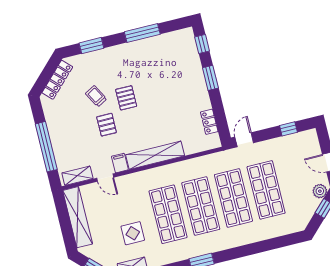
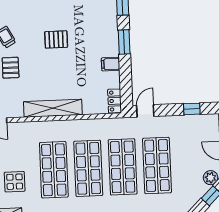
pallet: (126, 98) -> (56, 39), moved, turned 90
locker: (209, 122) -> (115, 101), moved
filing cabinet: (120, 163) -> (111, 64), moved, turned -90

